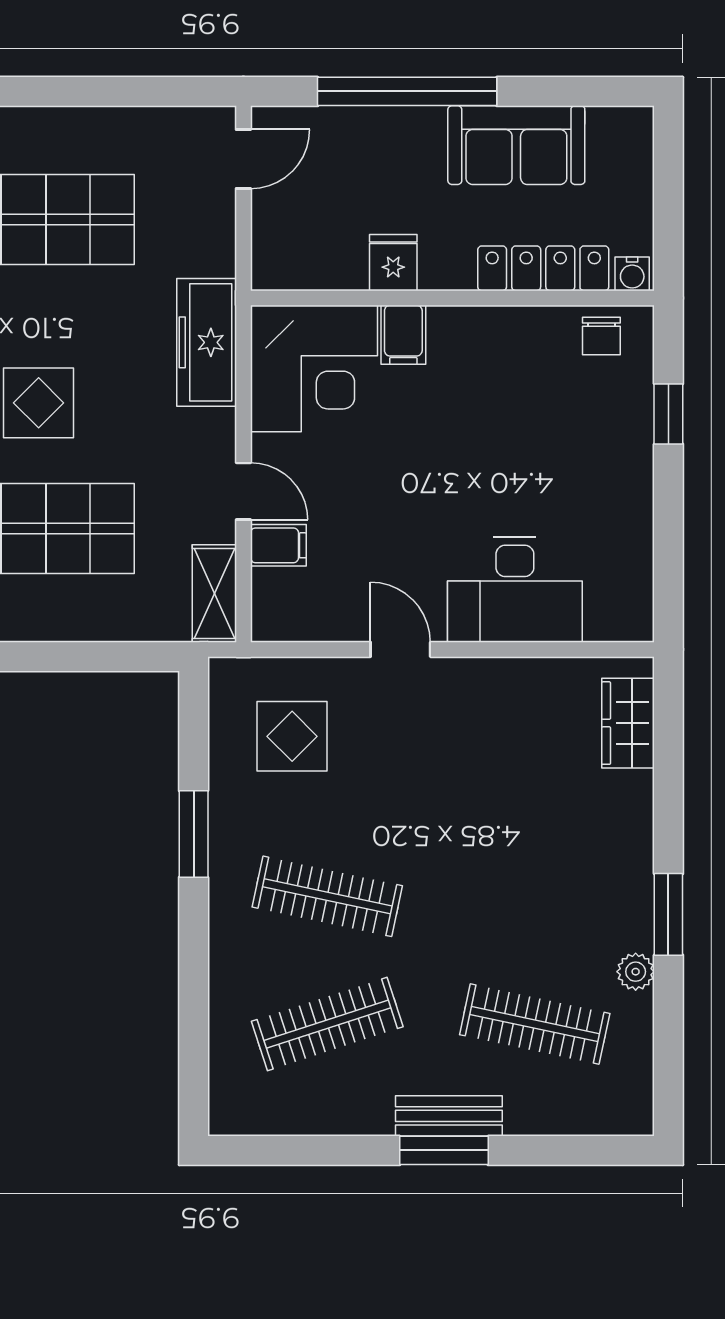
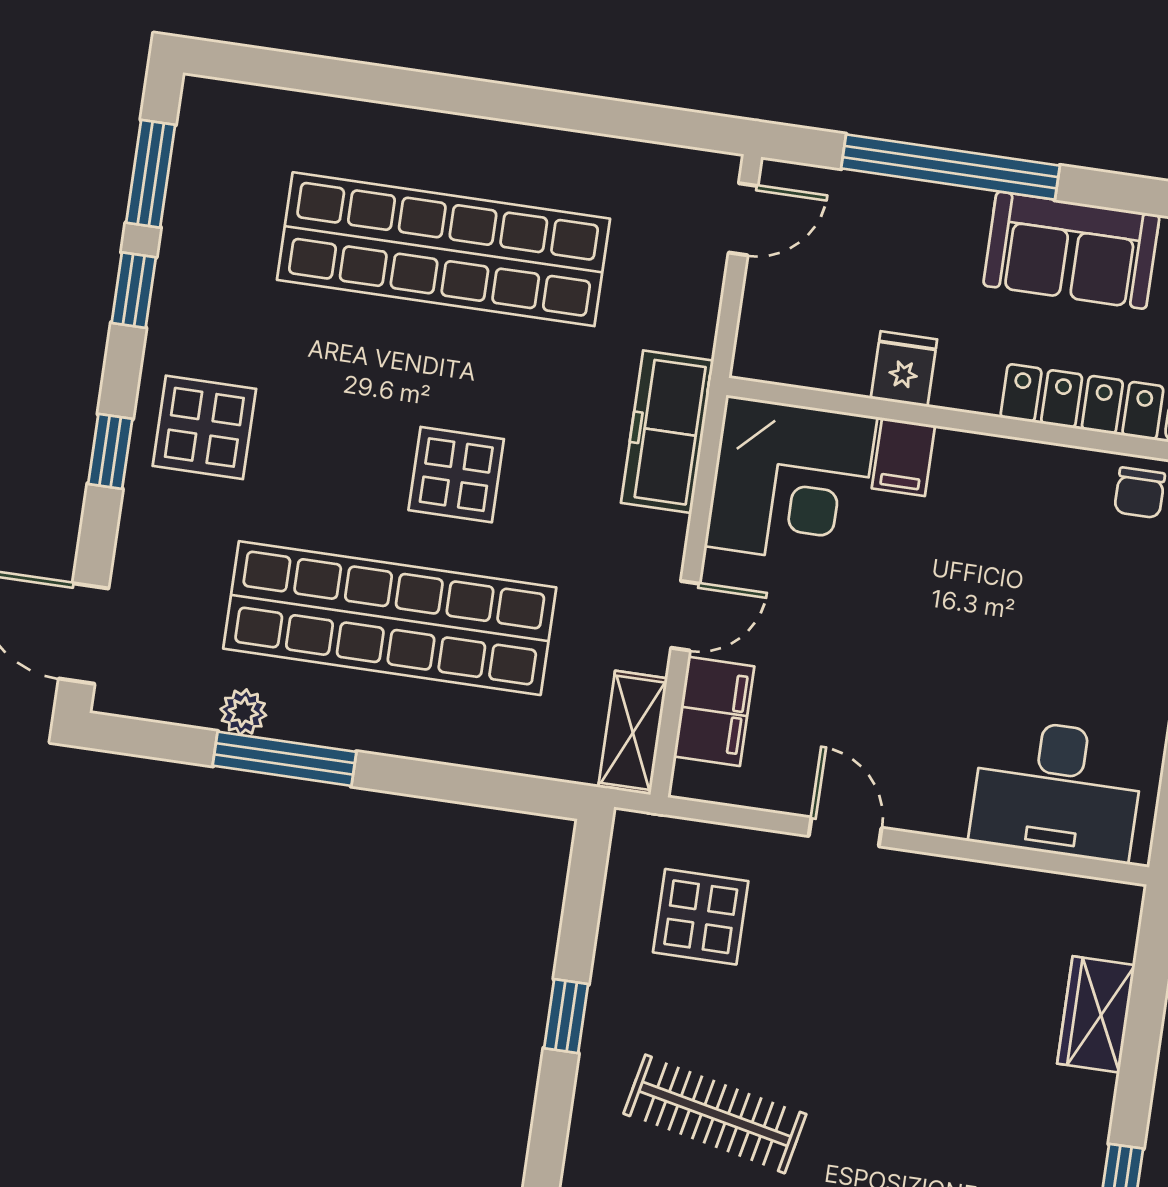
door: (243, 491) -> (685, 616), hinge flipped
filing cabinet: (278, 545) -> (714, 711), width x2.00
desk: (515, 589) -> (1057, 790), moved
wardrobe: (628, 723) -> (1096, 1014), moved
window: (194, 834) -> (566, 1016), width x0.67

